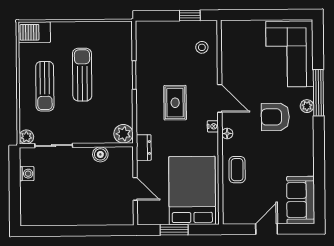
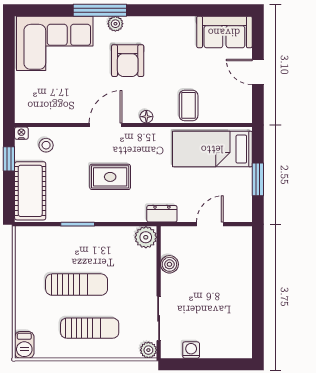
barbecue: (34, 32) -> (24, 345), width x0.73, depth x0.79
cot: (162, 34) -> (30, 191), added
sun lounger: (82, 75) -> (77, 285), turned 180
nightstand: (213, 126) -> (21, 133), moved
coffee table: (237, 170) -> (189, 105), turned 90
bed: (192, 190) -> (212, 149), width x0.67

